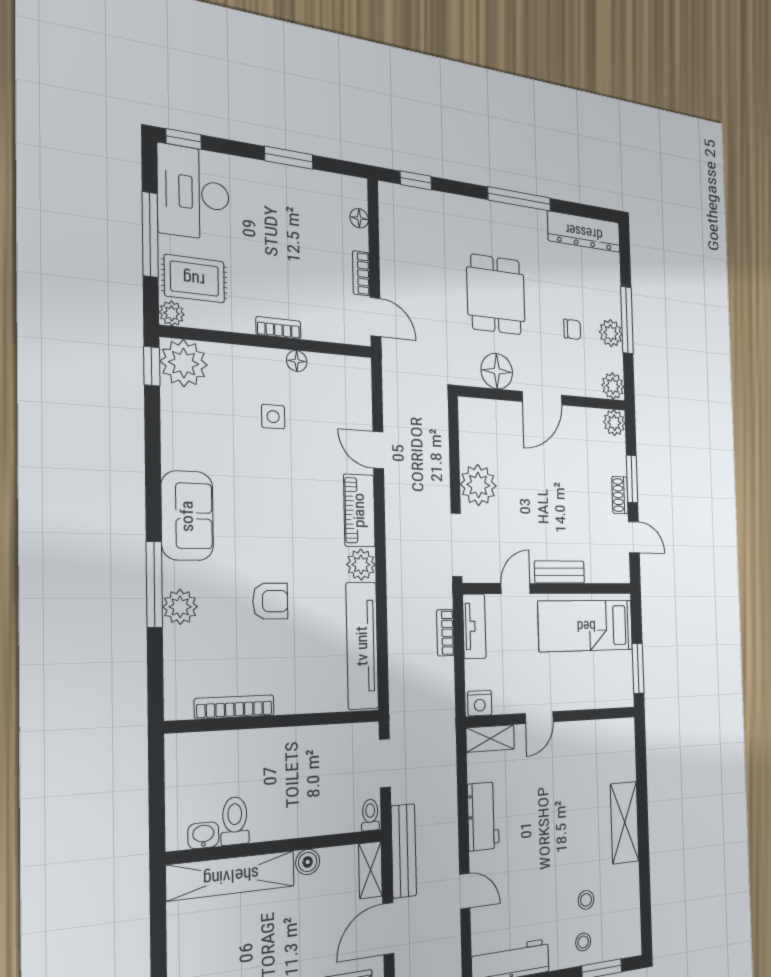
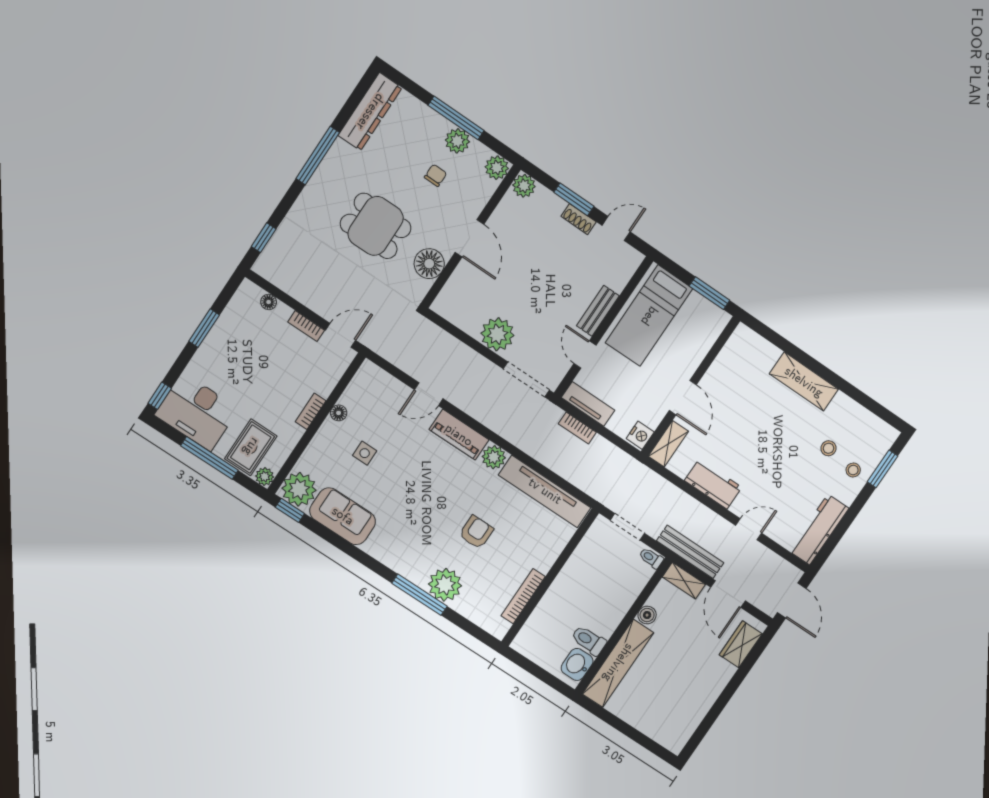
sofa: (187, 516) -> (343, 516), moved
plant: (180, 607) -> (445, 585), width x1.36, depth x1.36
door: (539, 718) -> (683, 398), width x1.38
washbasin: (203, 835) -> (577, 664), width x1.38, depth x1.45

